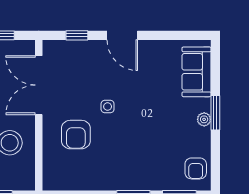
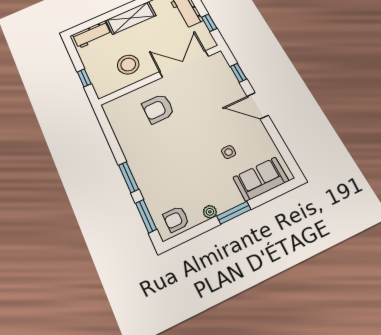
door: (122, 35) -> (258, 106), hinge flipped
side table: (108, 107) -> (229, 152), moved
plant: (204, 119) -> (210, 212), moved

